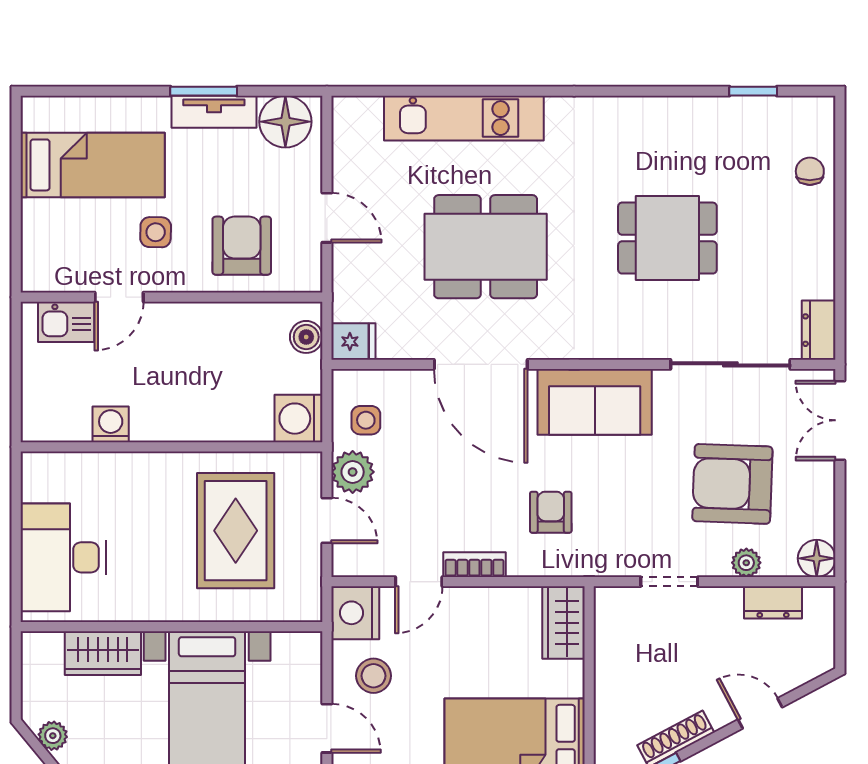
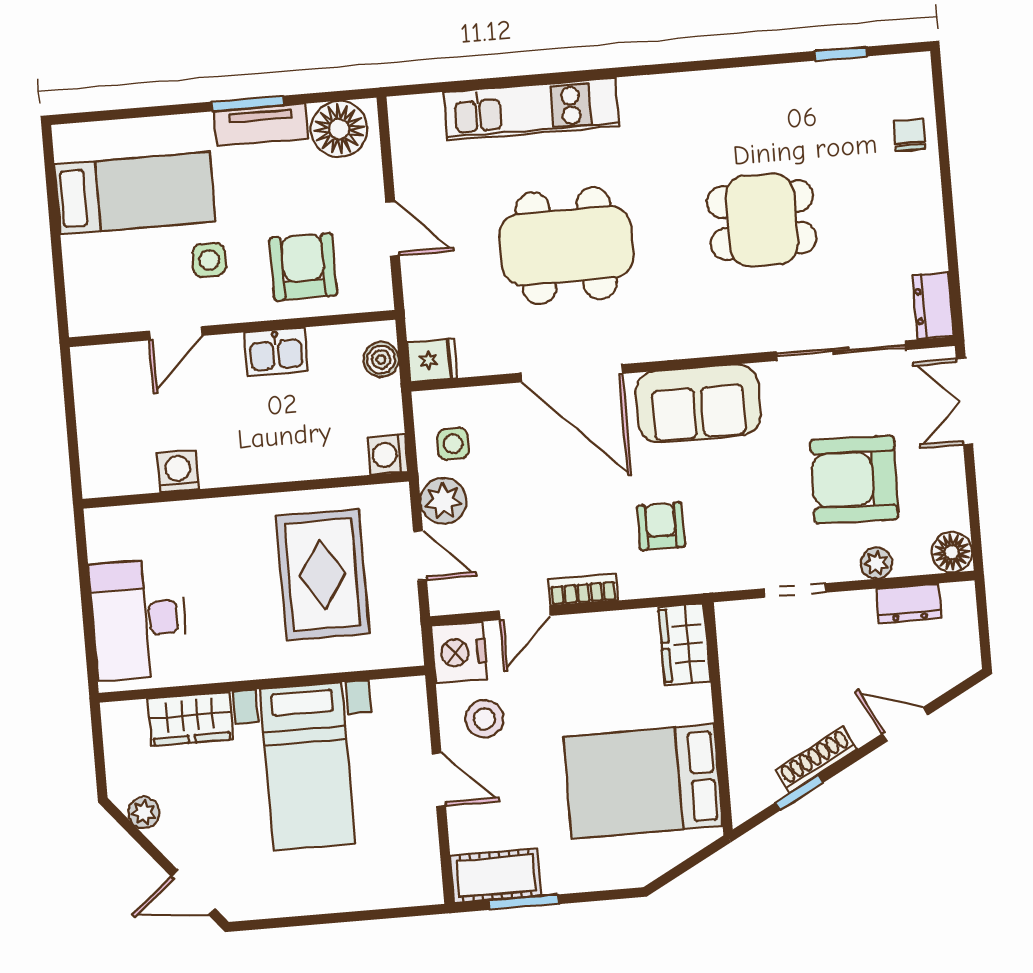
kitchen sink: (66, 322) -> (276, 352), moved
washing machine: (299, 419) -> (388, 455), width x0.73, depth x0.73

